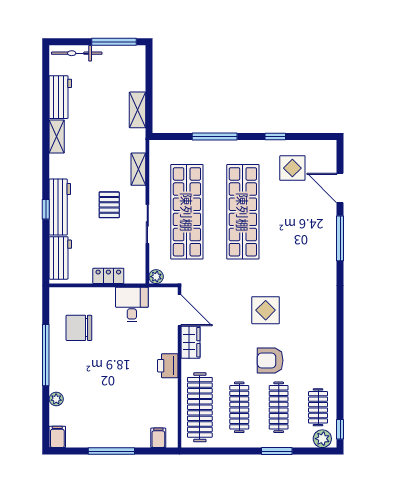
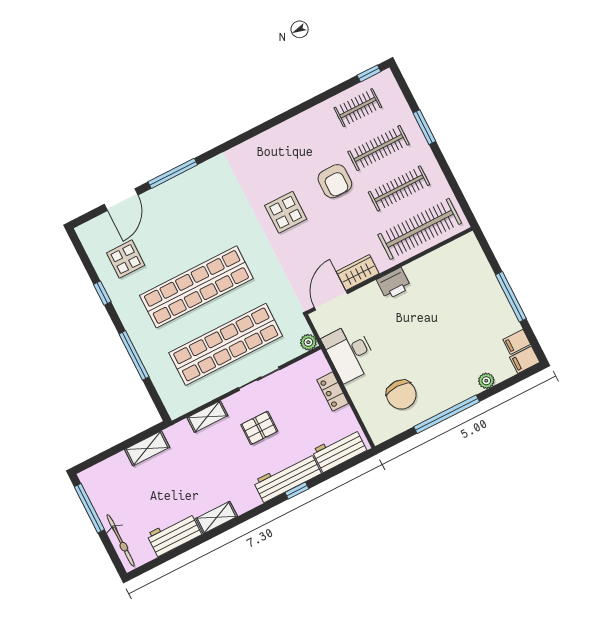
desk: (132, 305) -> (350, 352), width x1.37
filing cabinet: (158, 438) -> (517, 342), moved
plant: (322, 439) -> (388, 87), removed

